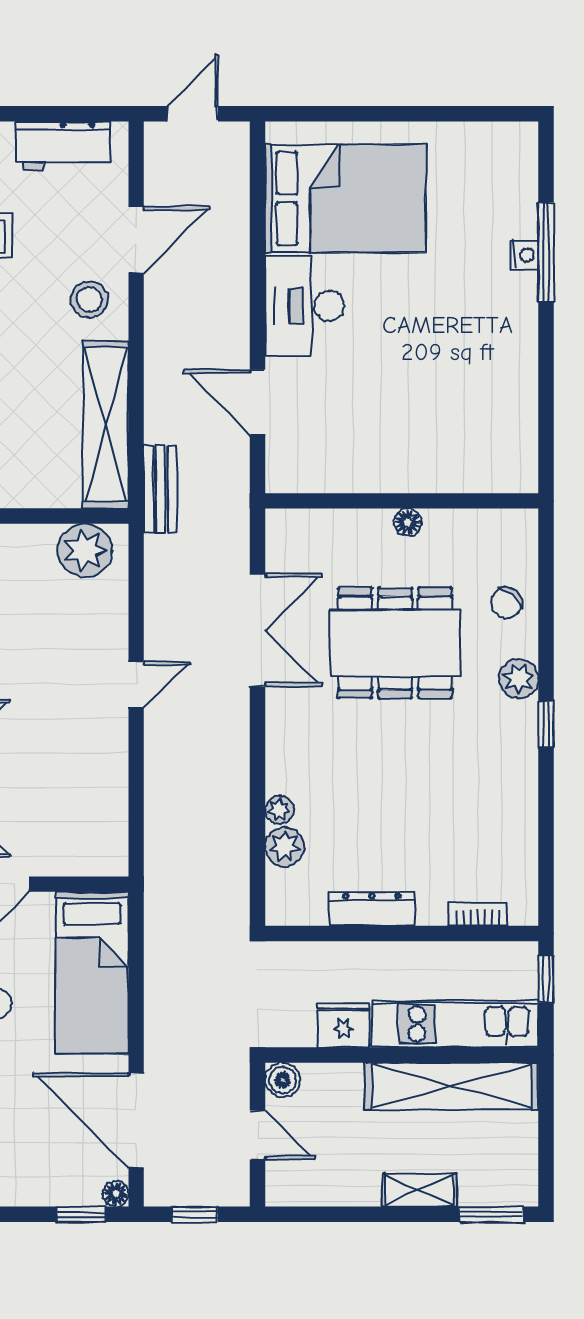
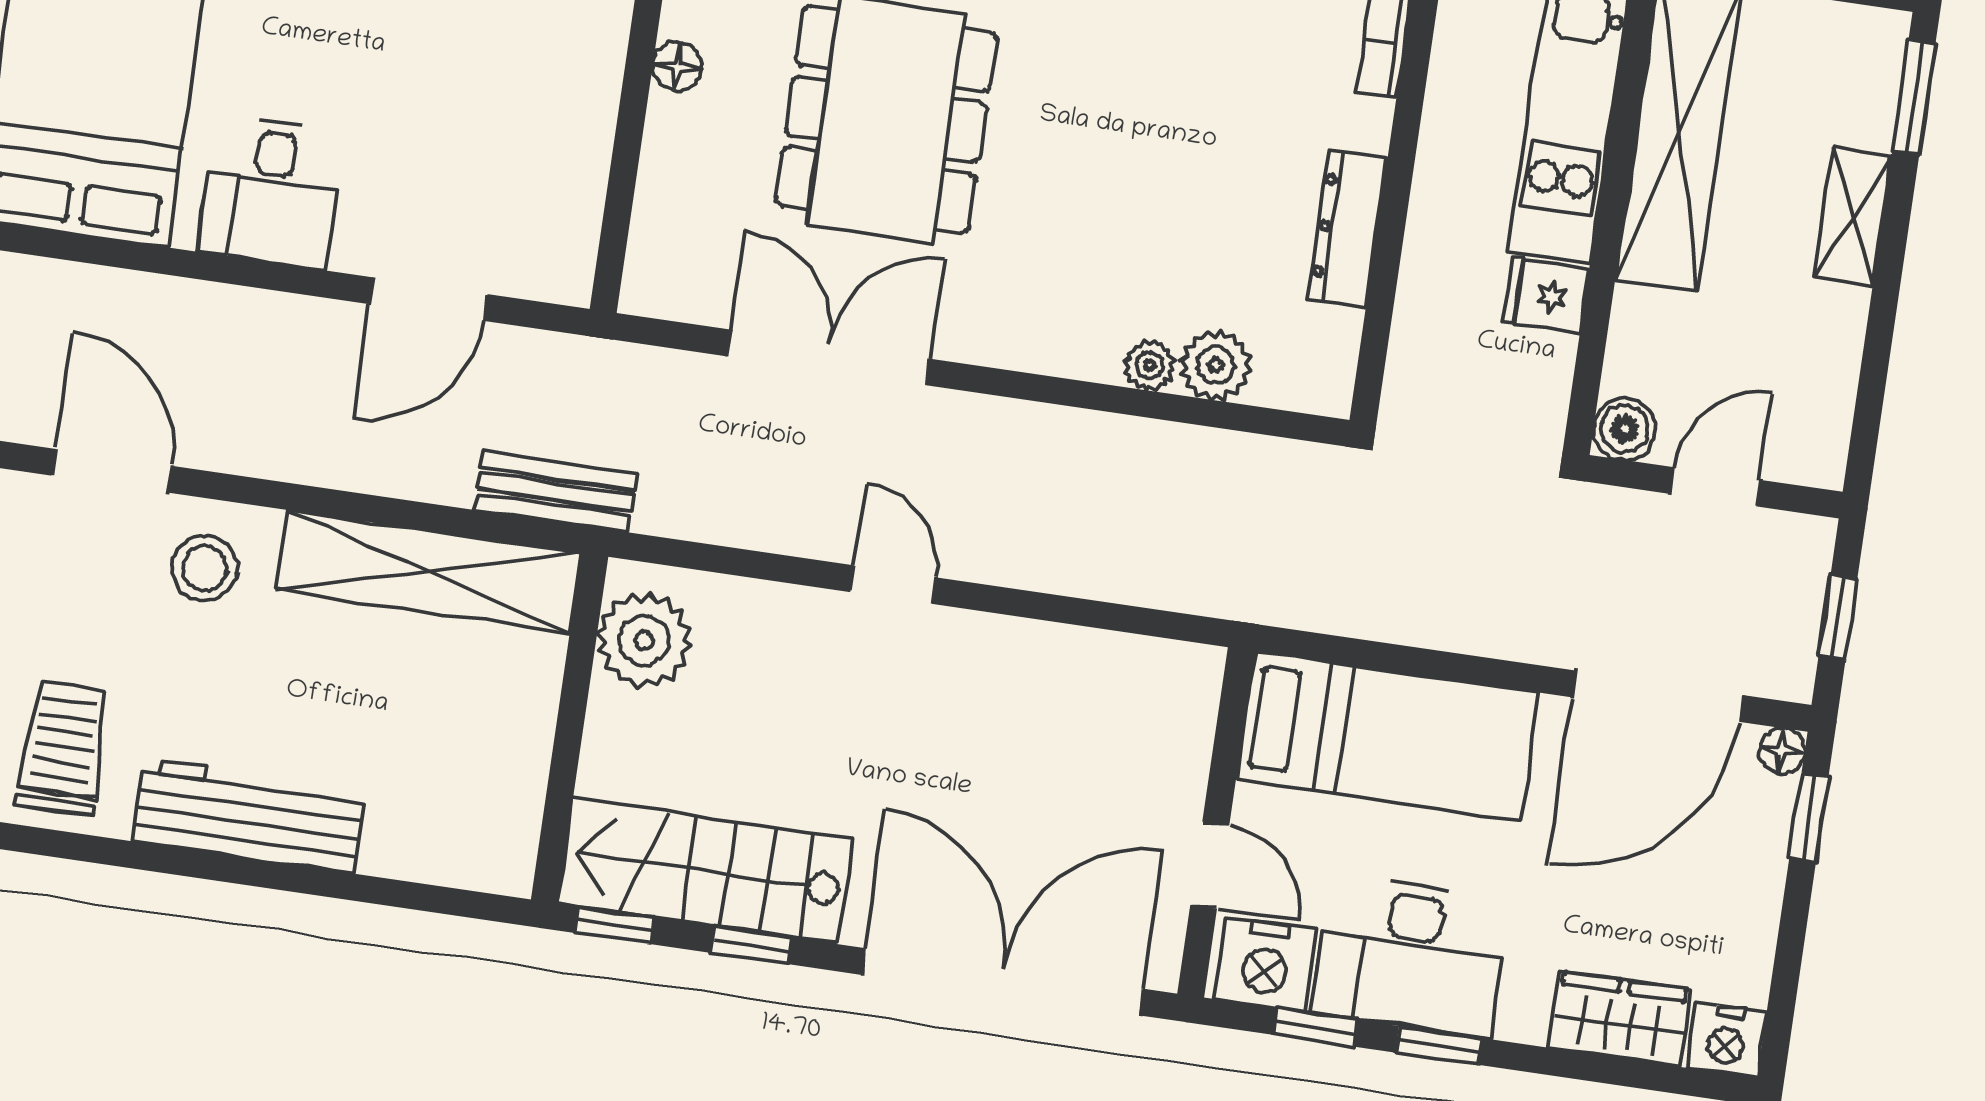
desk: (305, 306) -> (271, 192), width x0.73
fridge: (343, 1025) -> (1546, 296), width x0.72

